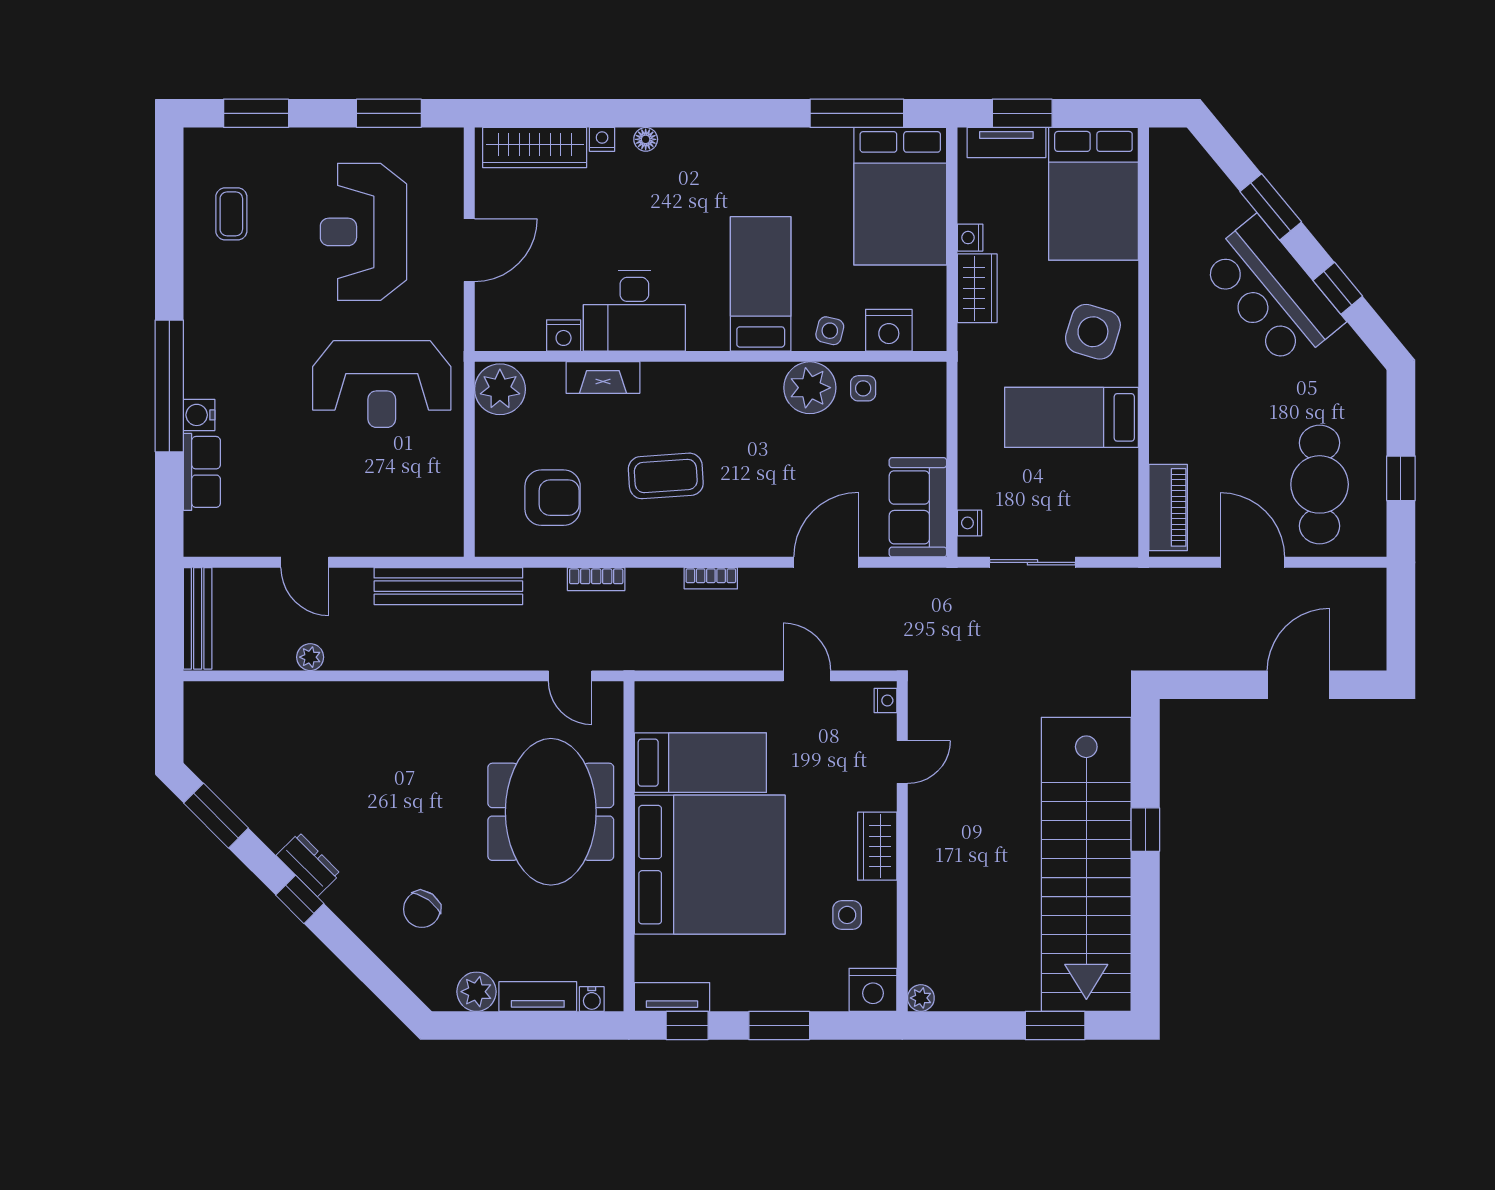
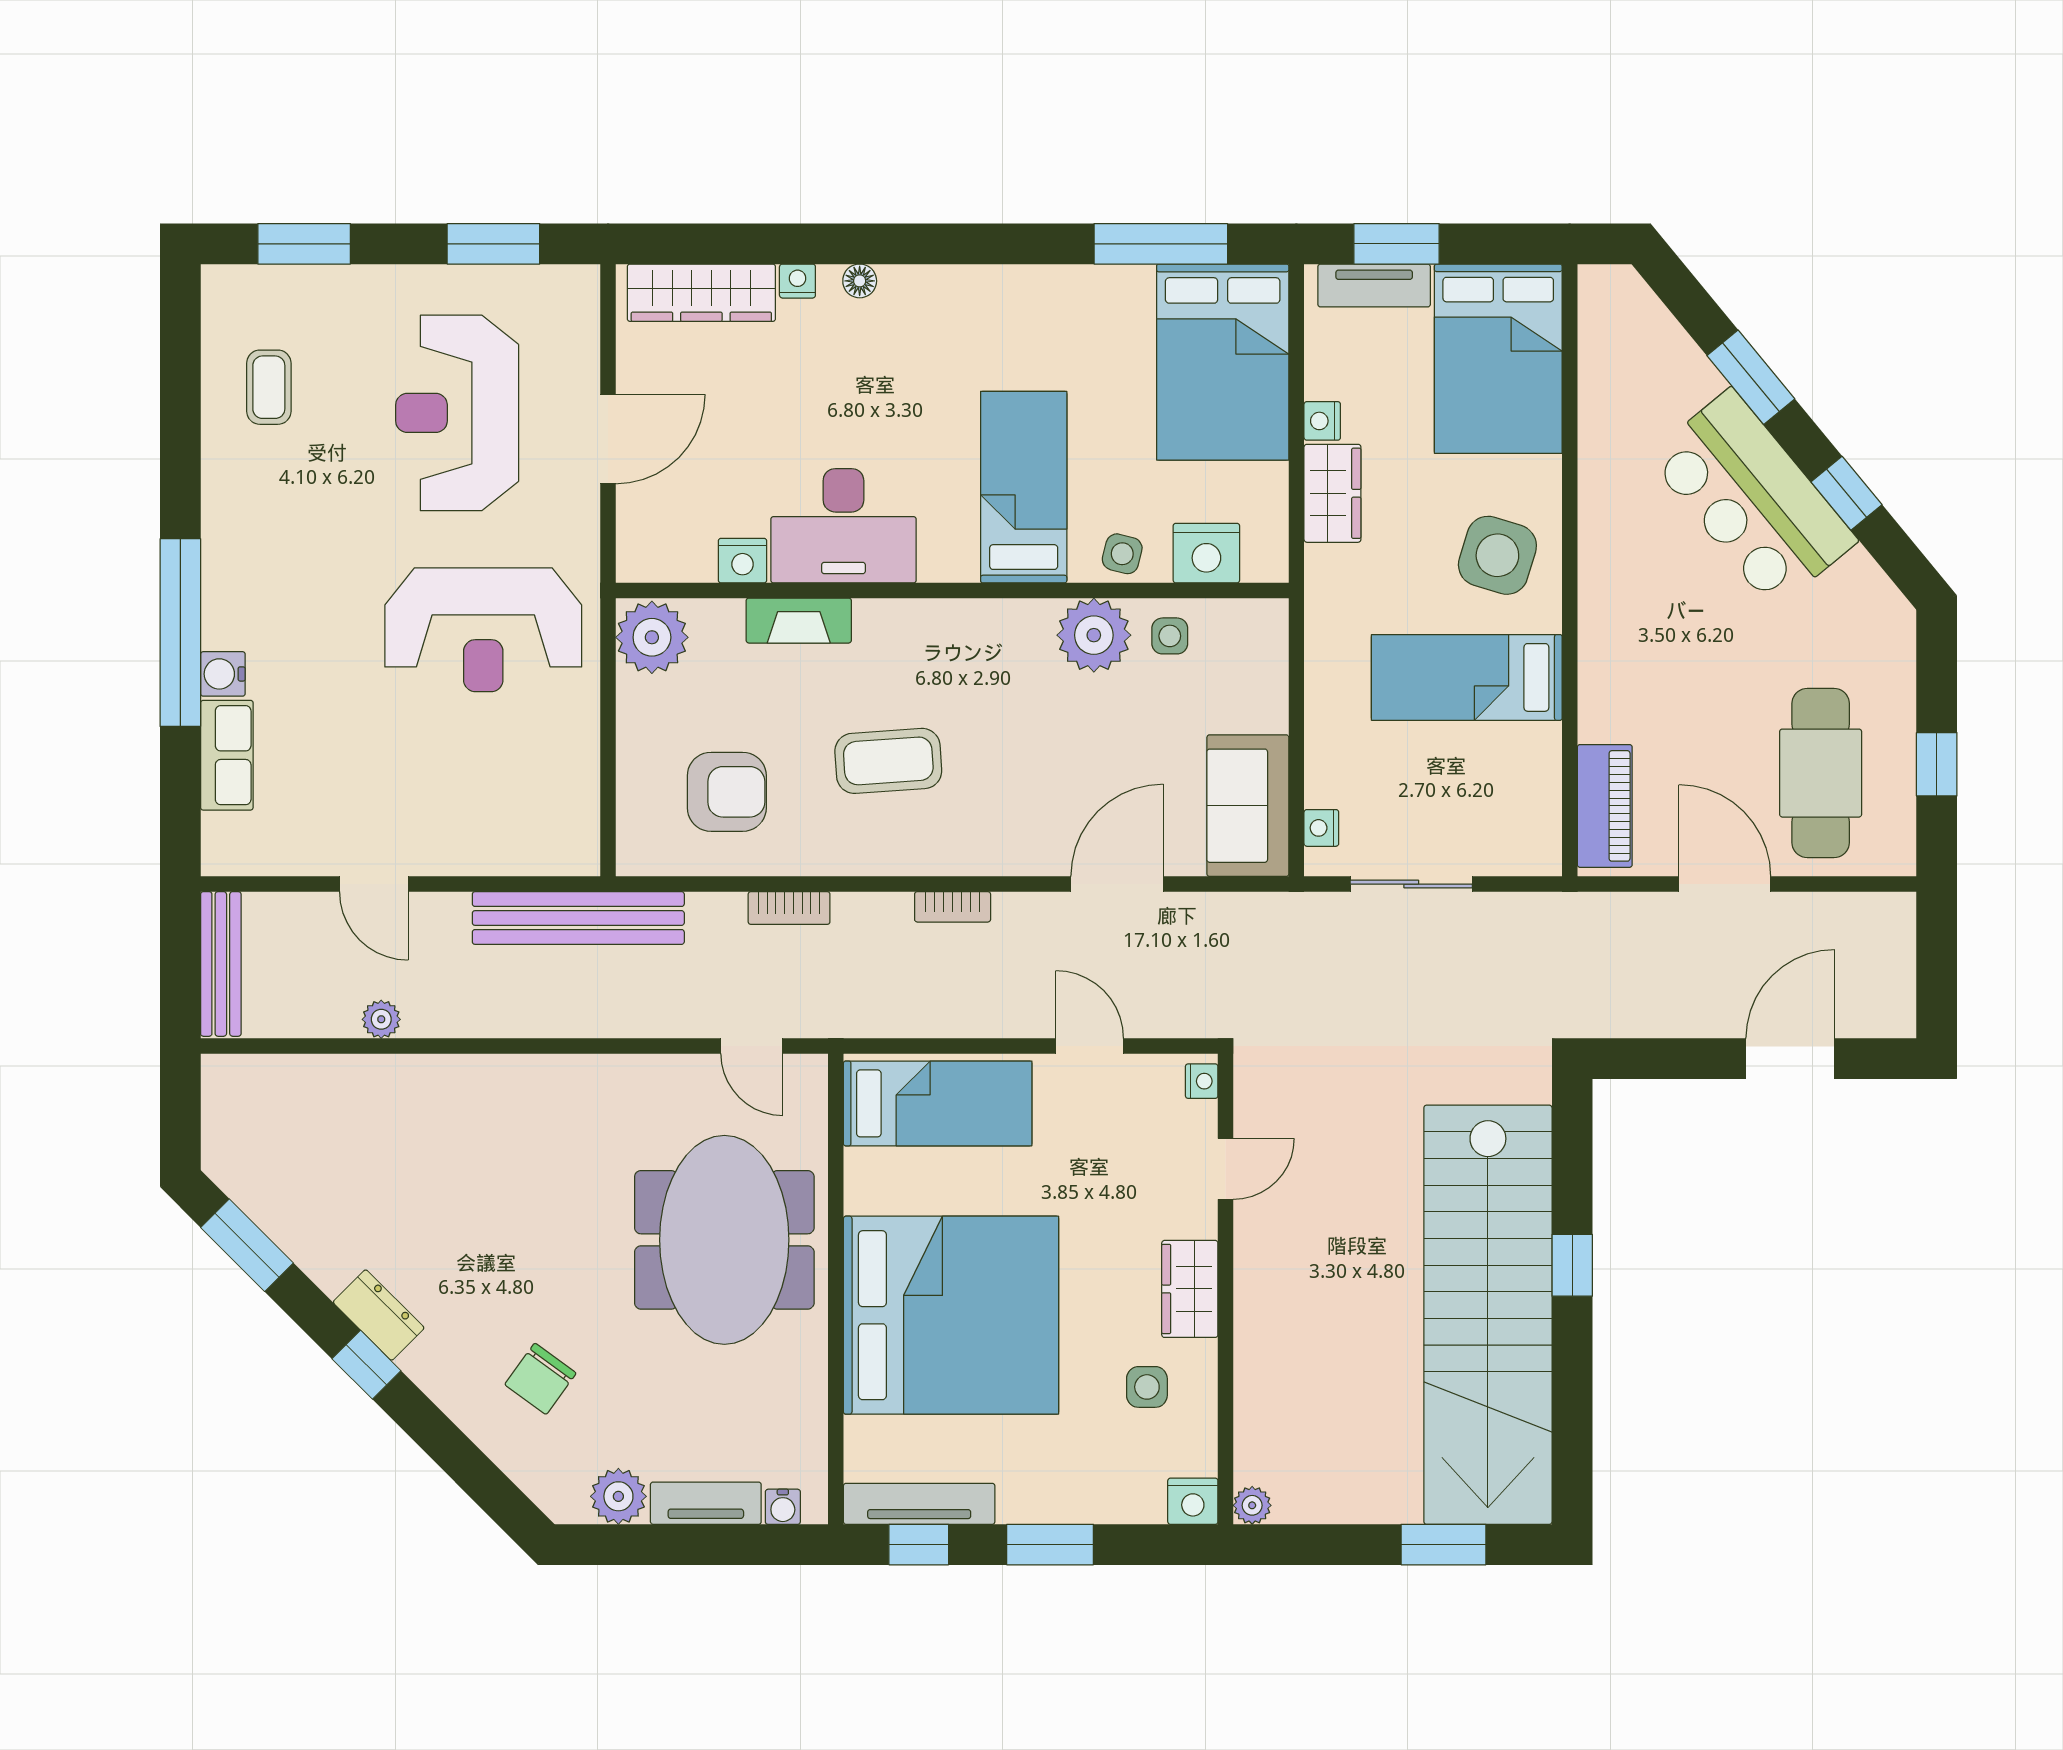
bed: (700, 763) -> (938, 1103), moved
nightstand: (873, 990) -> (1193, 1501), width x0.74, depth x0.75
tv unit: (672, 997) -> (919, 1504), width x1.41

